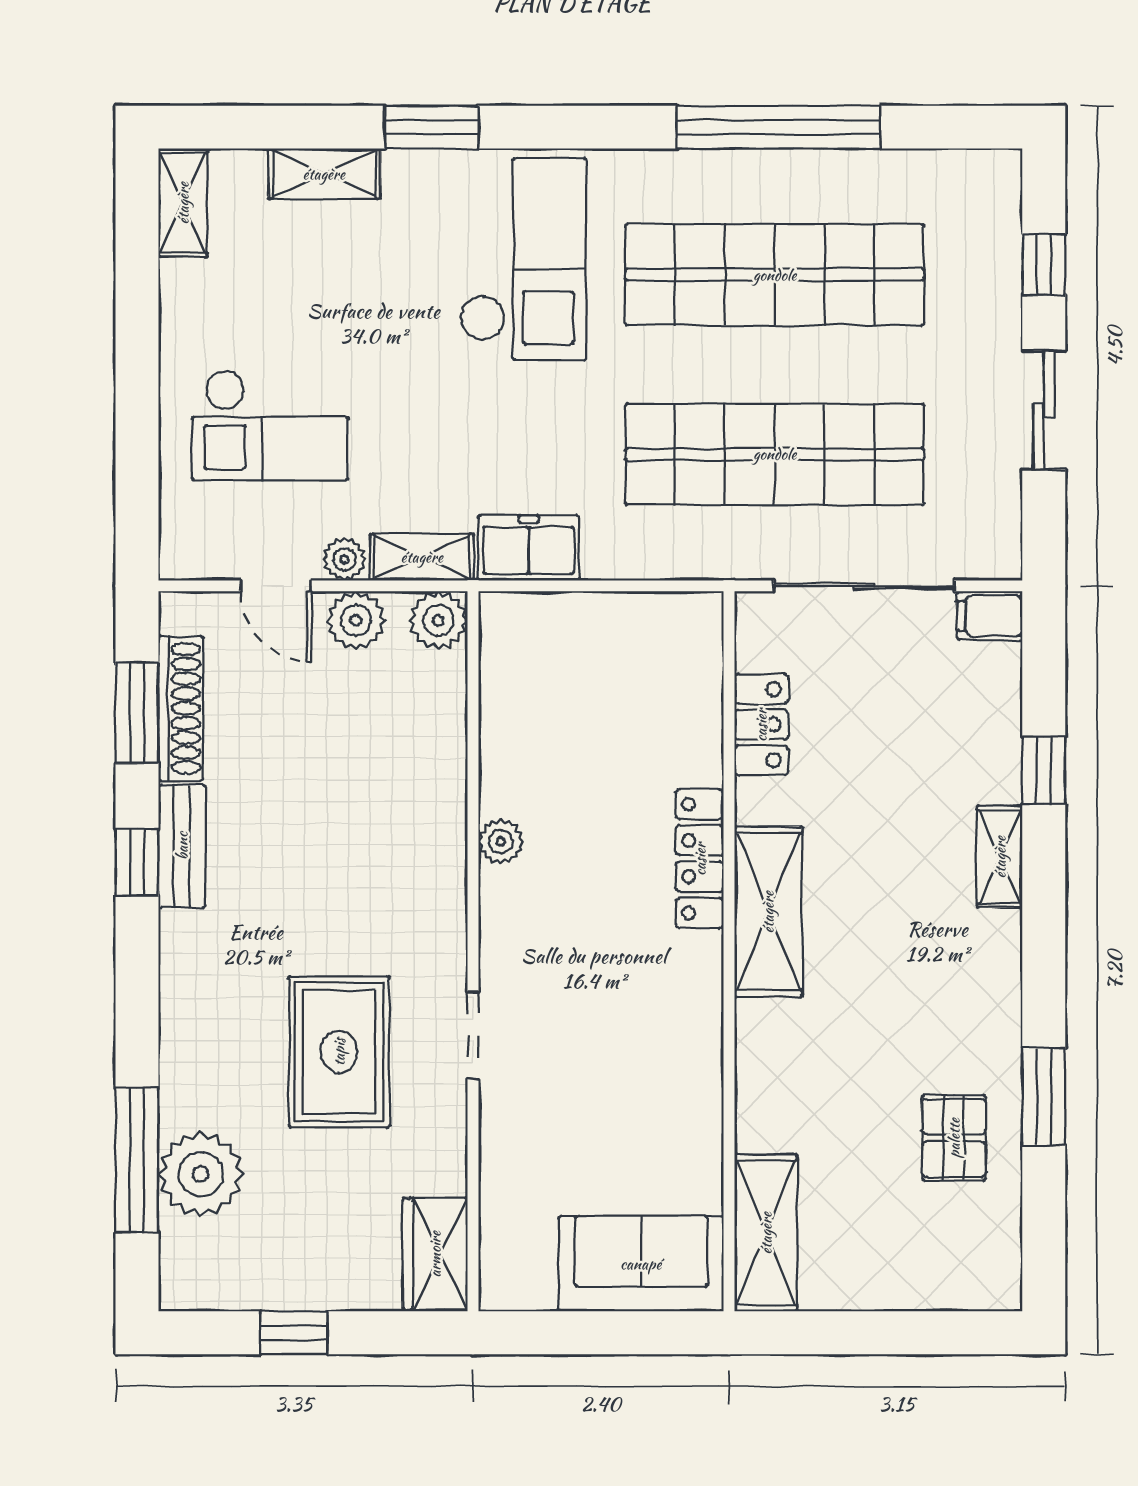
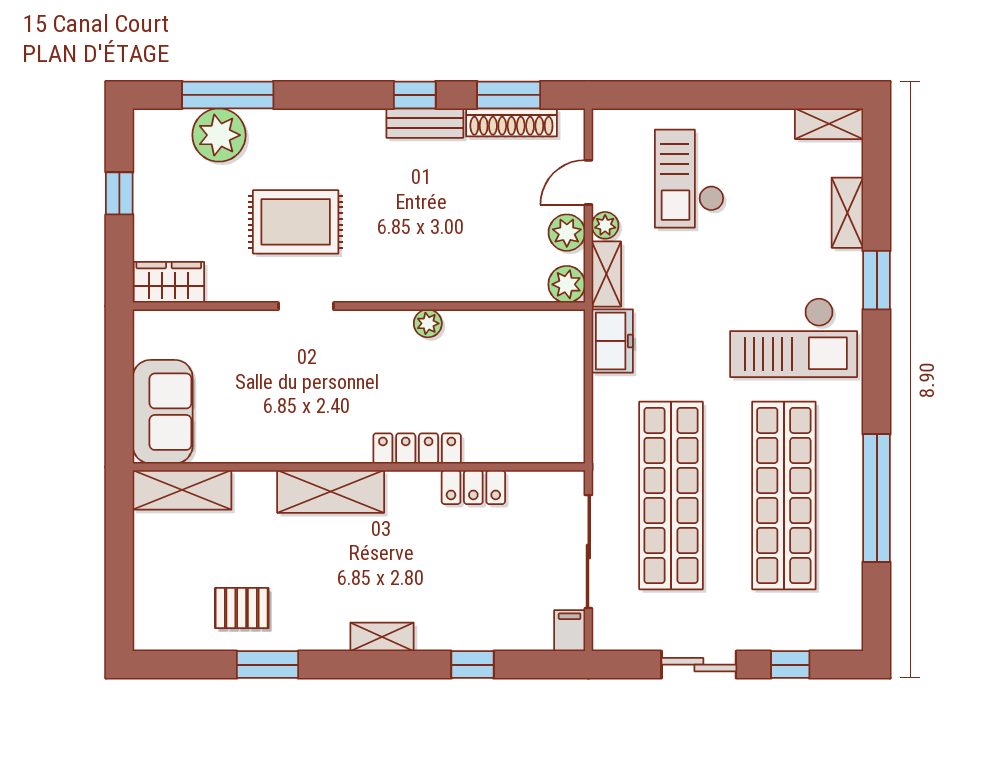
locker: (761, 725) -> (473, 487), moved
shelving: (1000, 857) -> (382, 637), moved
shelving: (768, 912) -> (331, 492), moved

